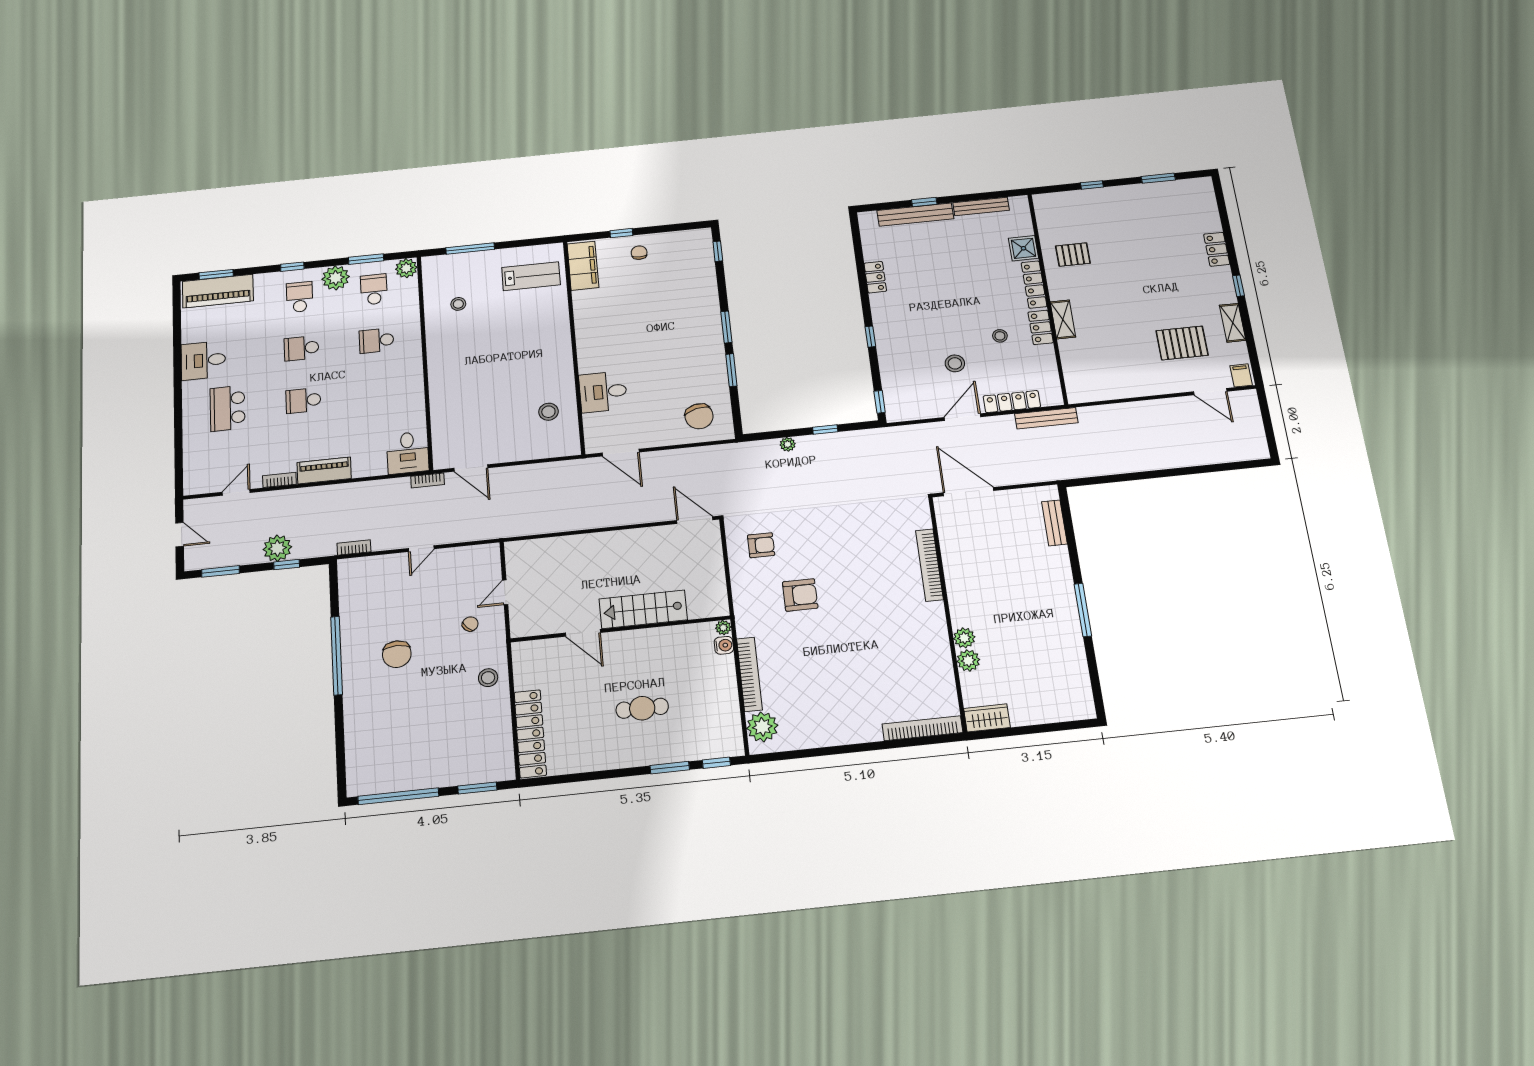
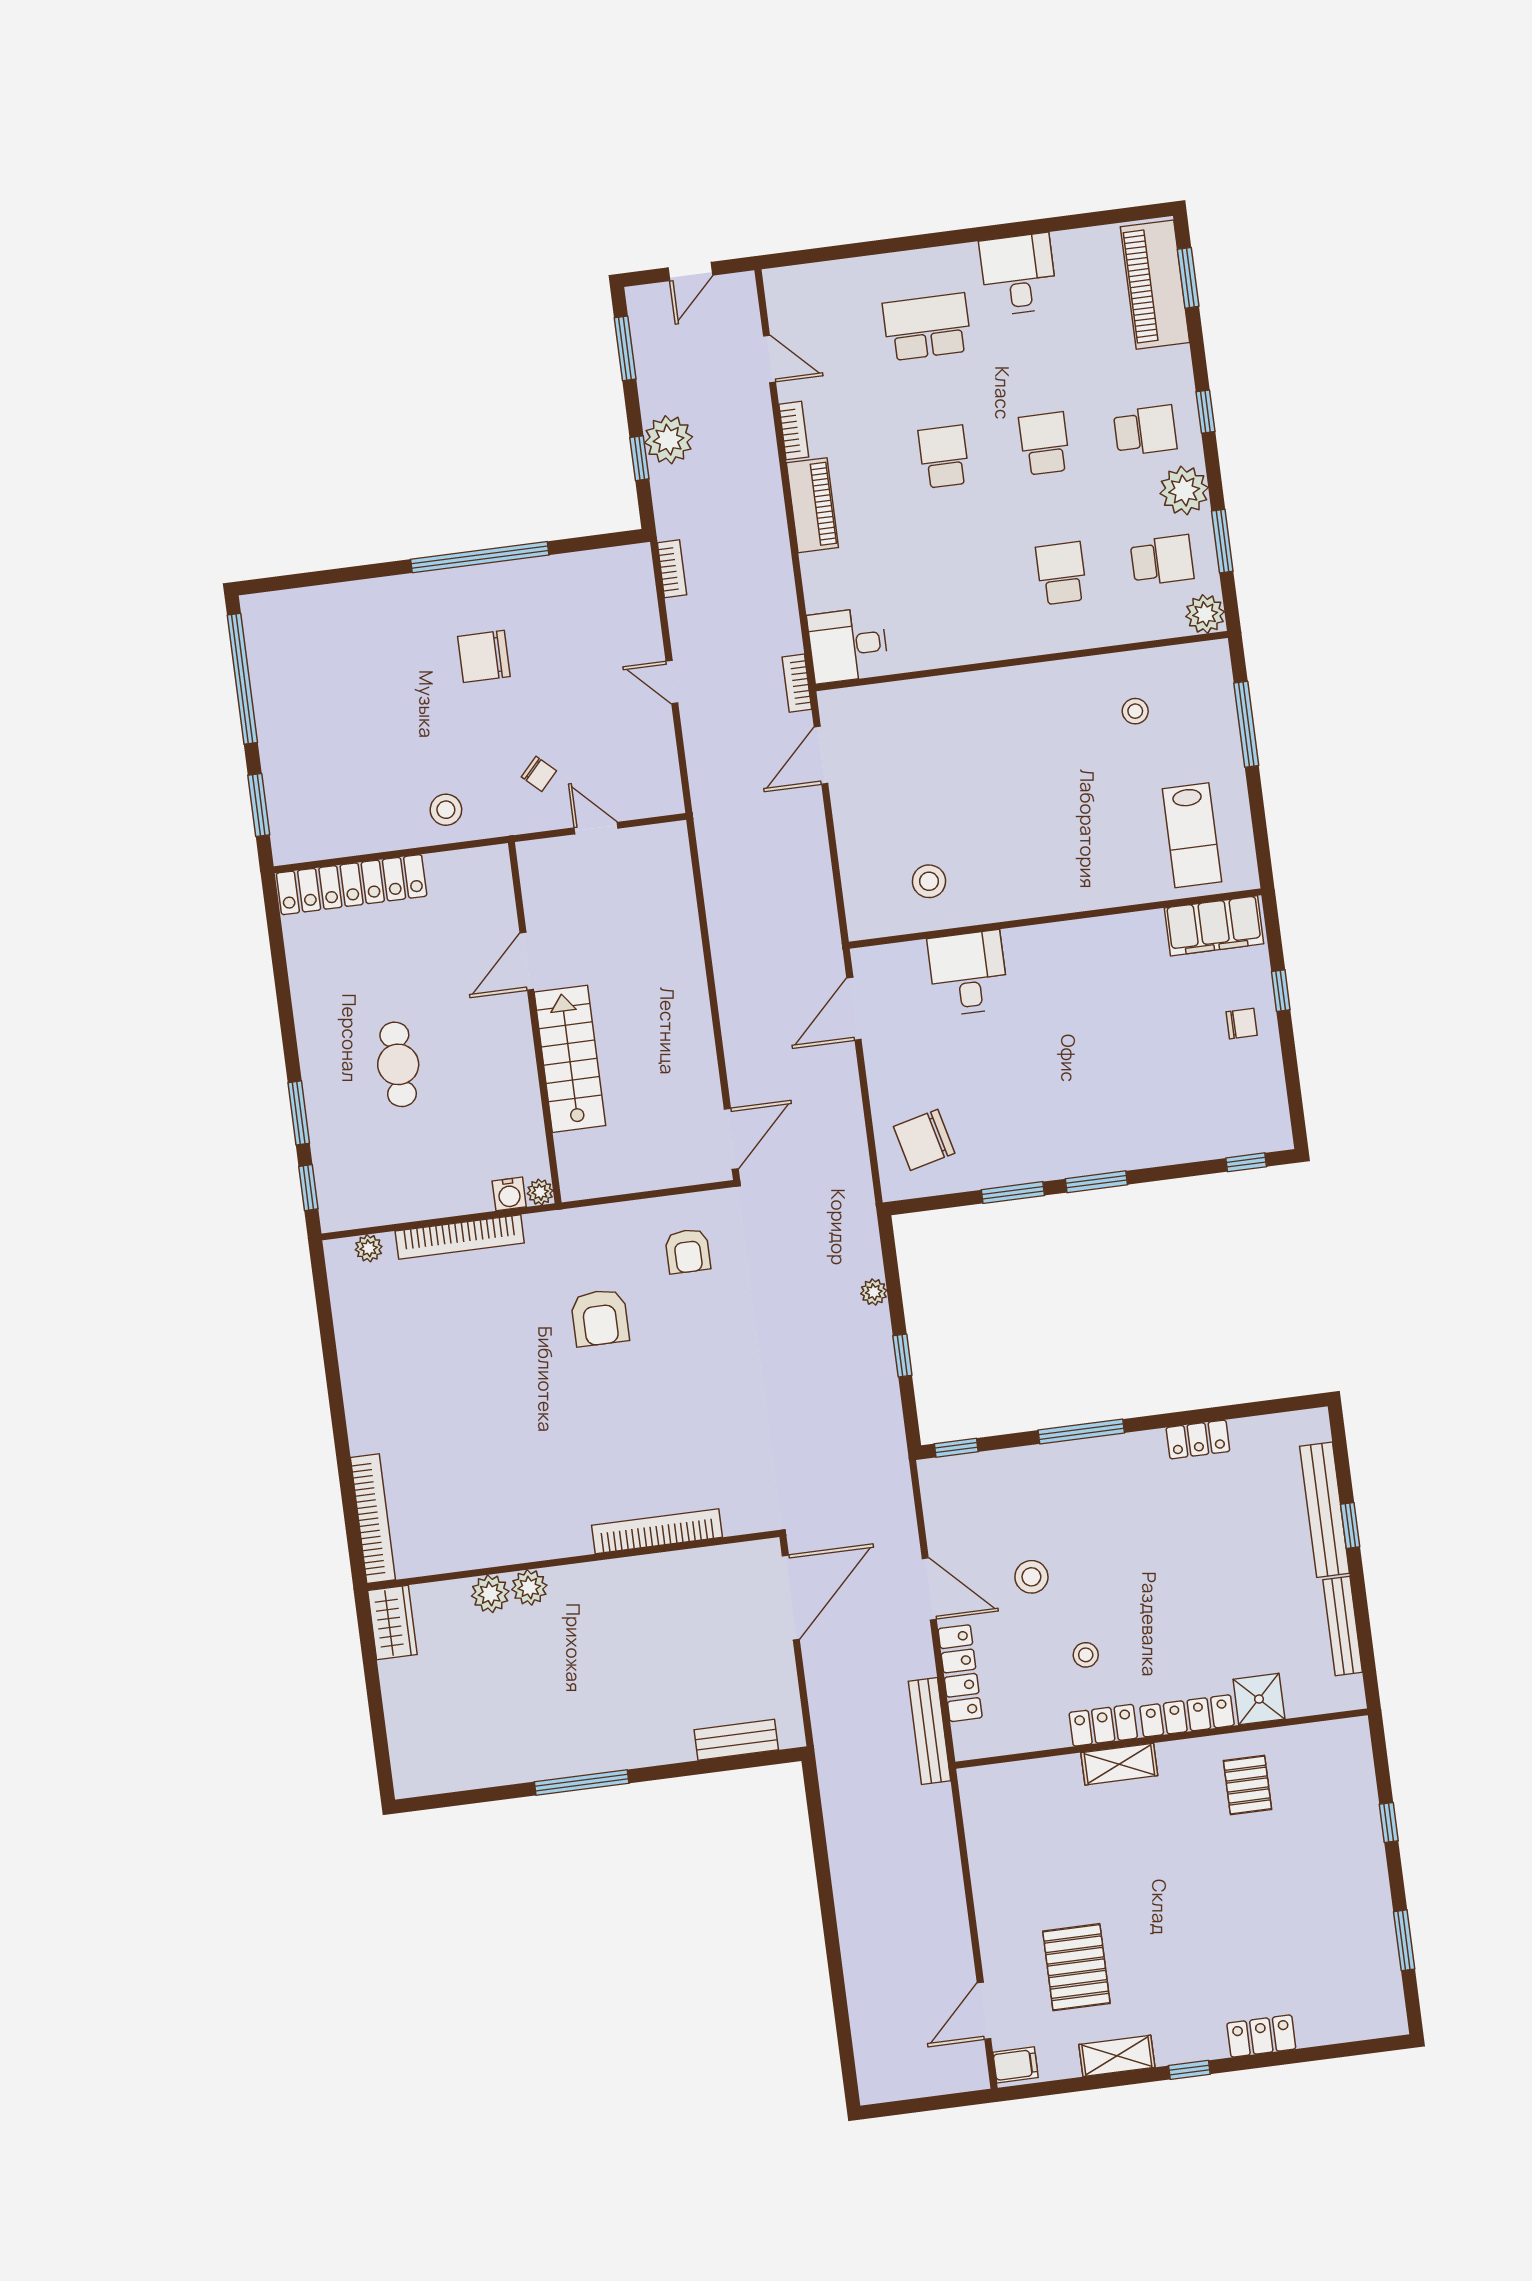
window: (870, 337) -> (1081, 1431), width x2.17
plant: (762, 727) -> (369, 1248), width x0.53, depth x0.53

